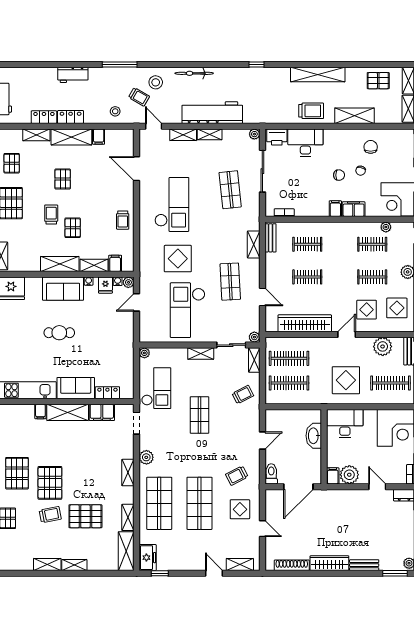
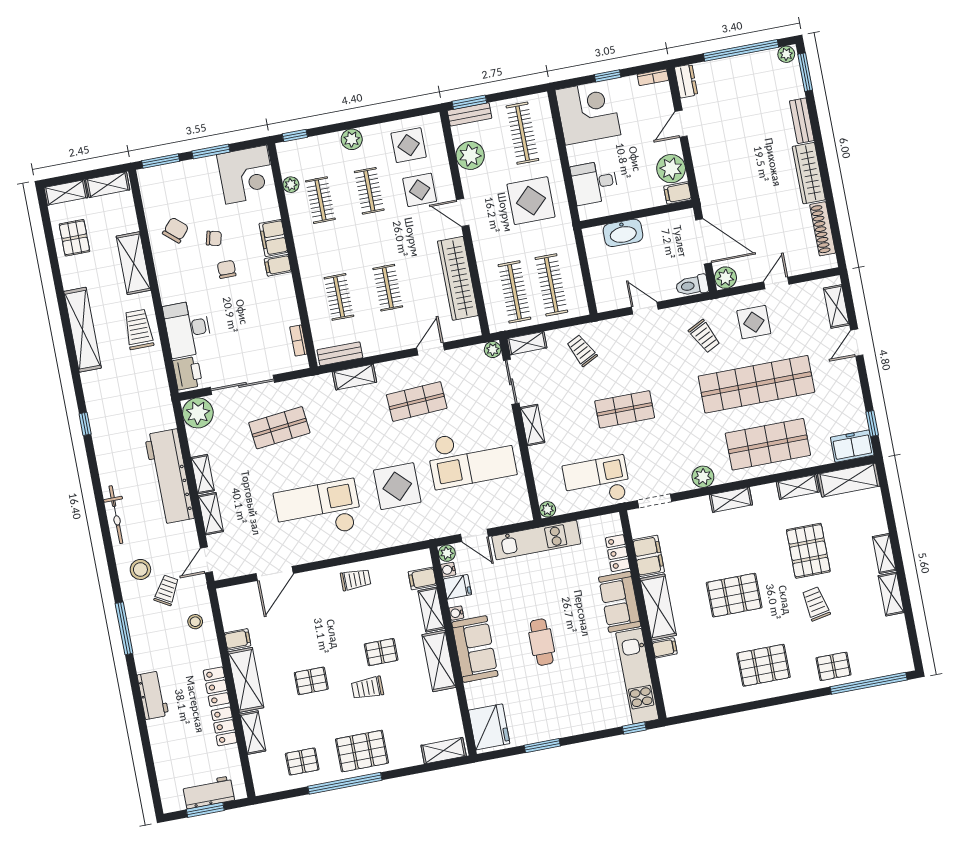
plant: (254, 134) -> (198, 413), width x1.87, depth x1.87
chair: (371, 147) -> (176, 230), turned 131
kitchen unit: (126, 342) -> (536, 540), added
desk: (345, 424) -> (595, 183), width x0.73
pallet: (50, 483) -> (734, 595), moved
plant: (272, 496) -> (726, 278), added
shop shelf: (199, 503) -> (756, 384), width x1.40

